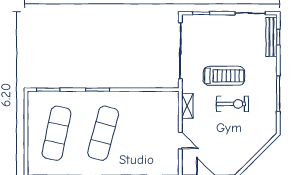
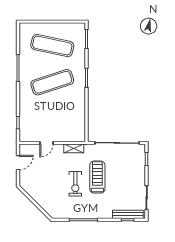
treadmill: (224, 76) -> (97, 177), turned 180
exercise mat: (103, 133) -> (52, 82), turned -33

